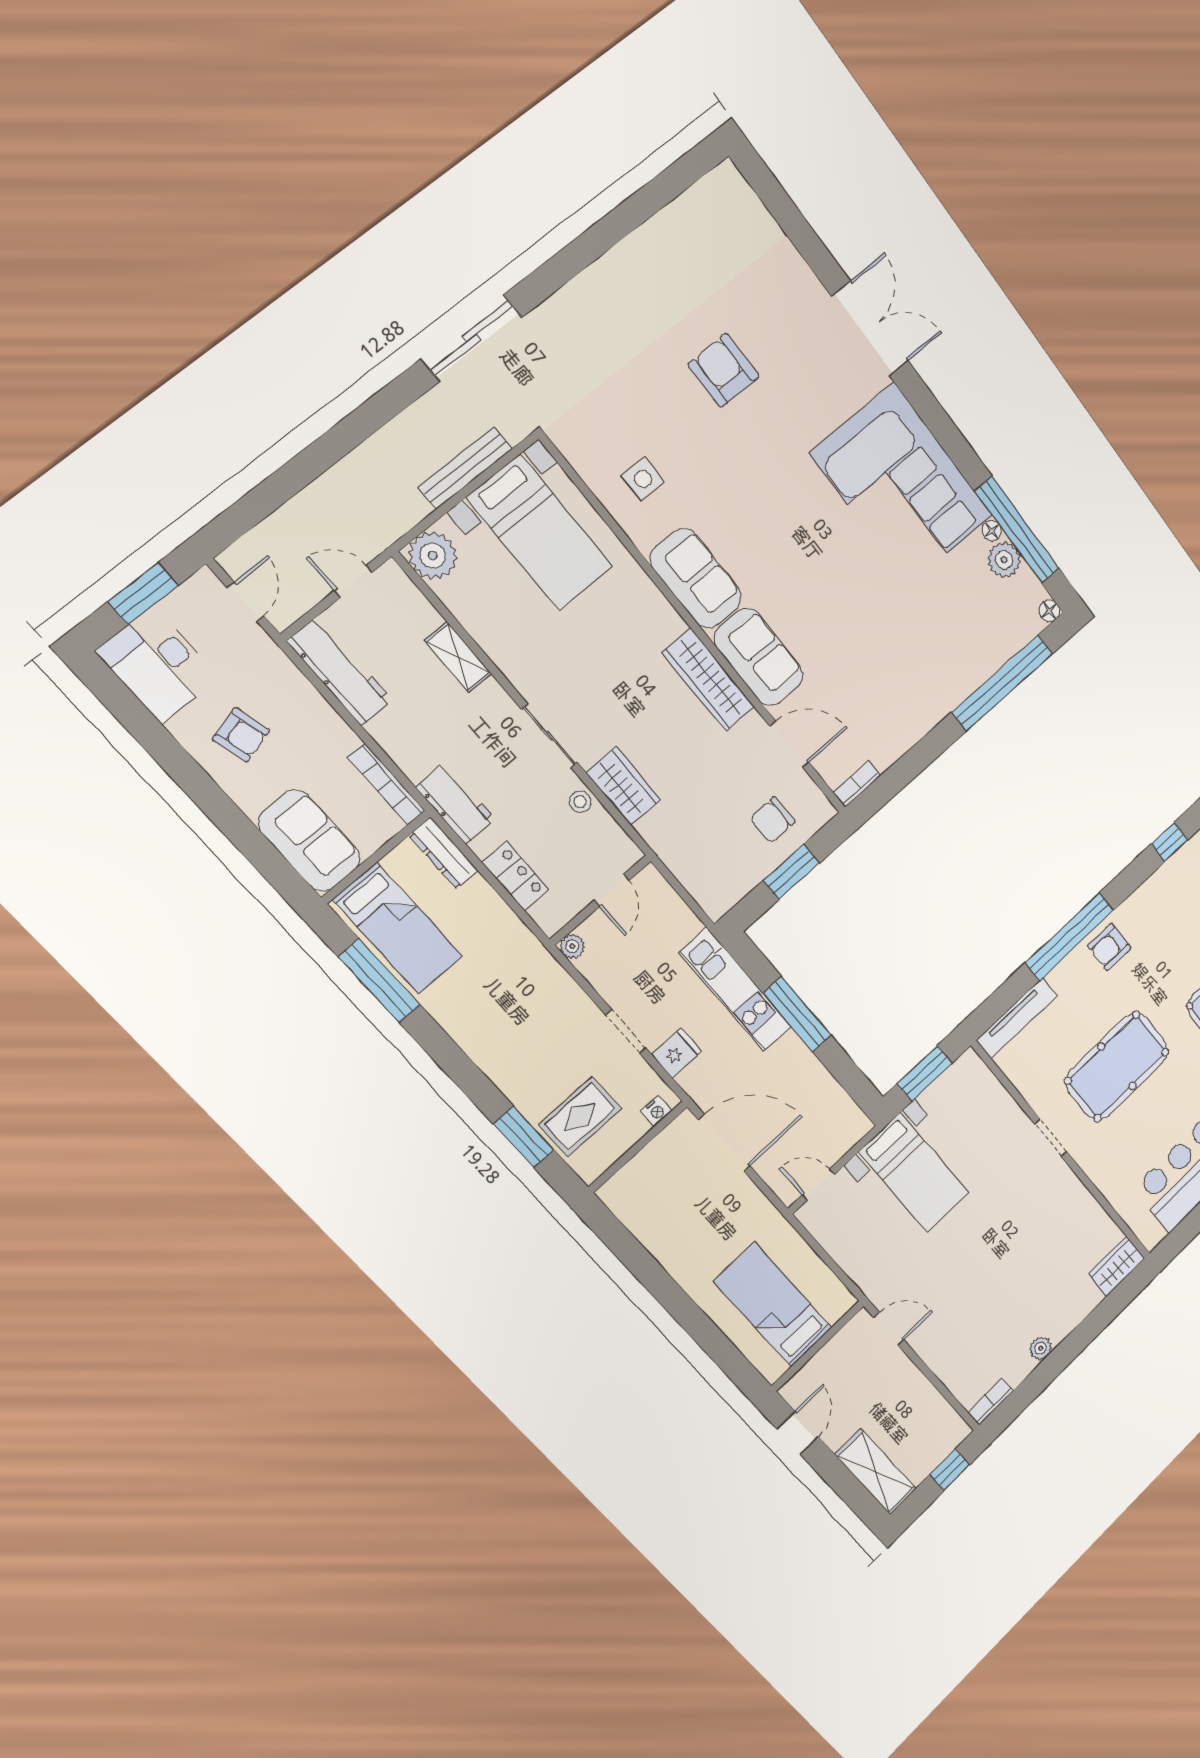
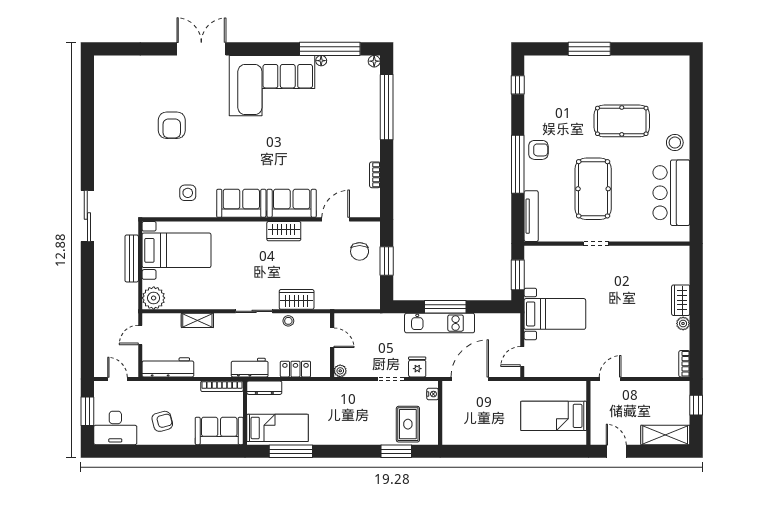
armchair: (724, 370) -> (172, 125), turned -90
plant: (1004, 560) -> (337, 65), removed
wardrobe: (709, 680) -> (284, 231), width x0.67
bookcase: (857, 784) -> (375, 175), moved
armchair: (1109, 947) -> (538, 150), turned -90
kitchen unit: (735, 990) -> (440, 323), moved
wardrobe: (1117, 1266) -> (681, 300), moved

